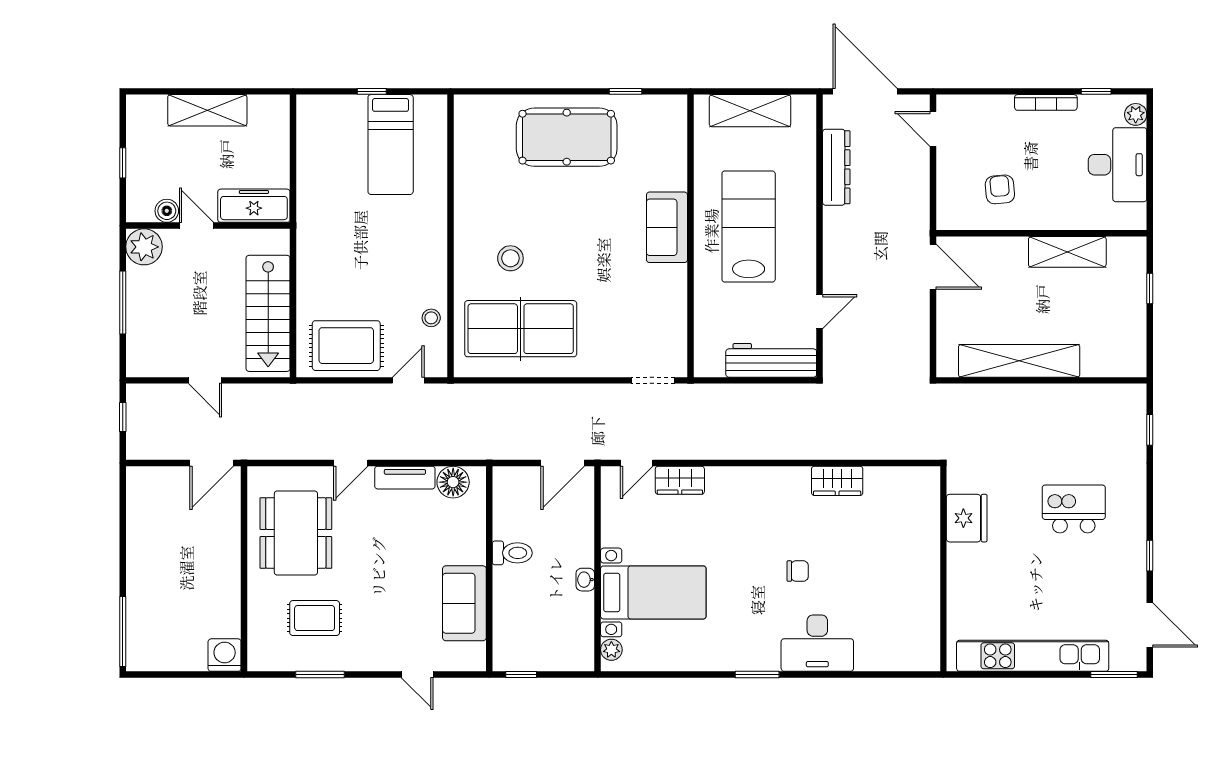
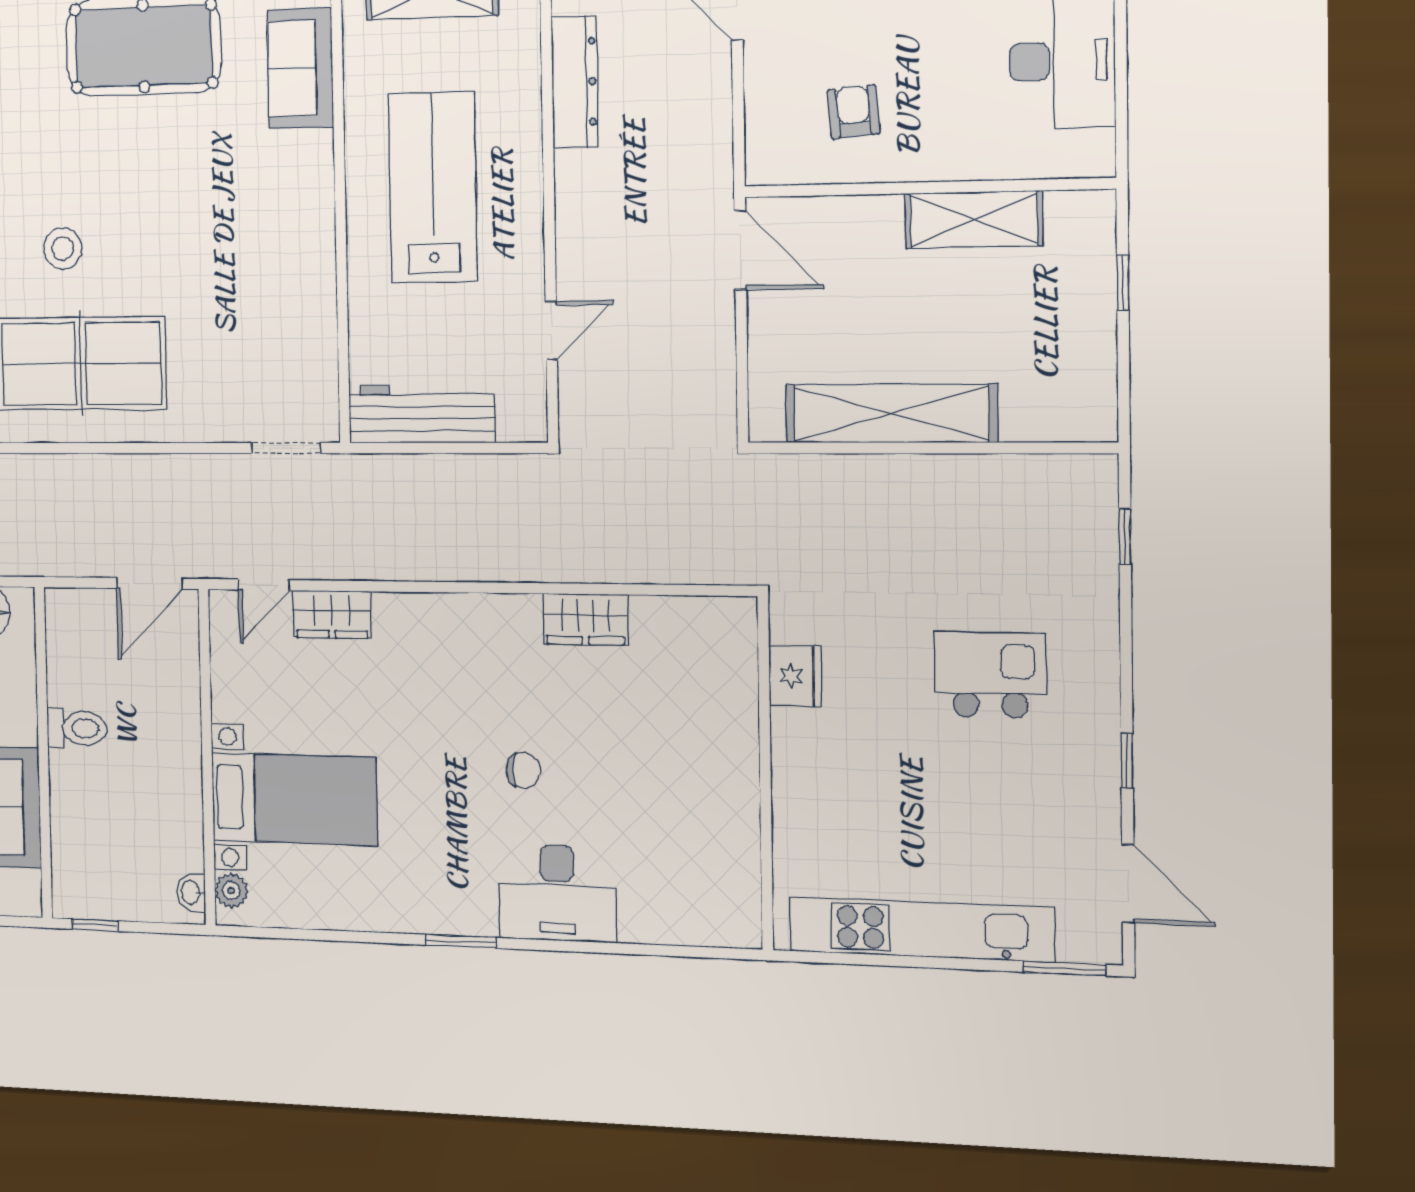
sofa: (667, 227) -> (300, 68), moved
workbench: (771, 360) -> (422, 414), moved
fridge: (967, 518) -> (795, 676), width x0.73, depth x0.75
washbasin: (585, 580) -> (191, 892), moved

